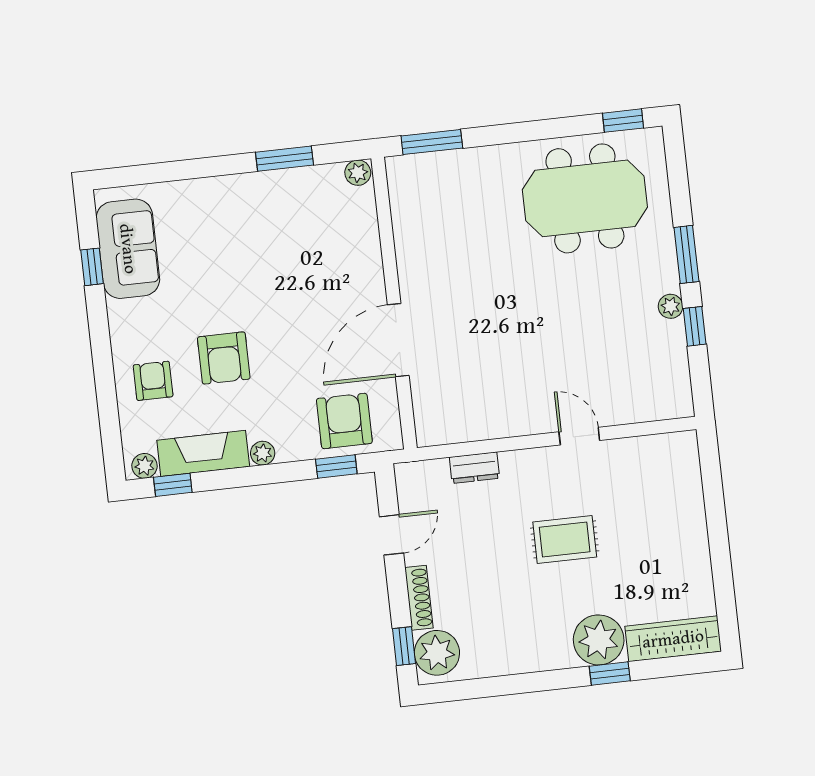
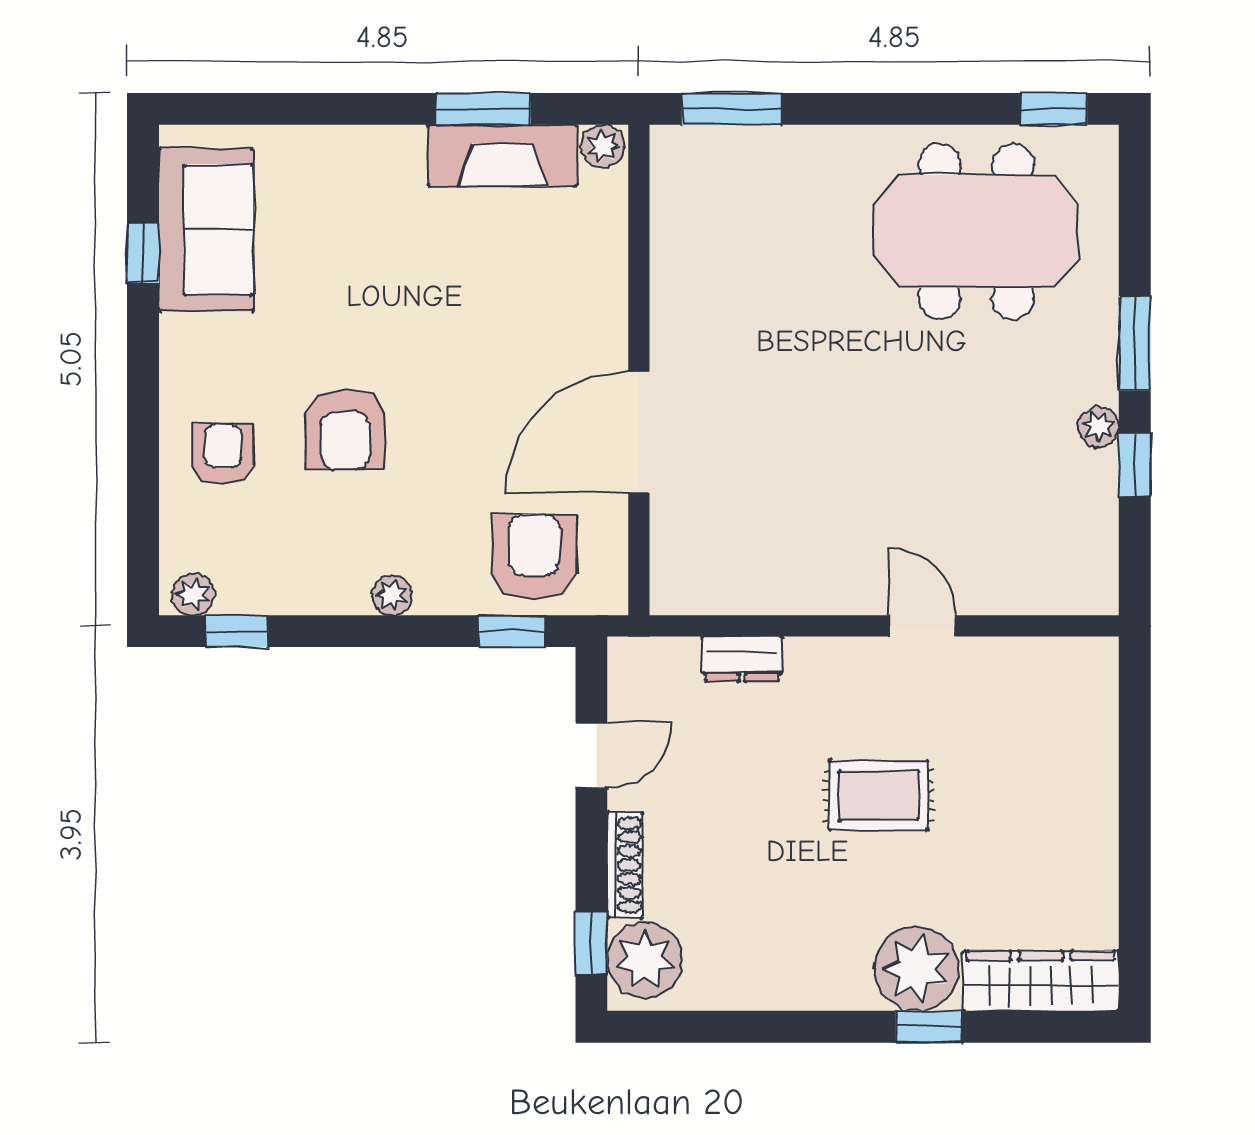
fireplace: (203, 453) -> (502, 155), moved, turned 180

